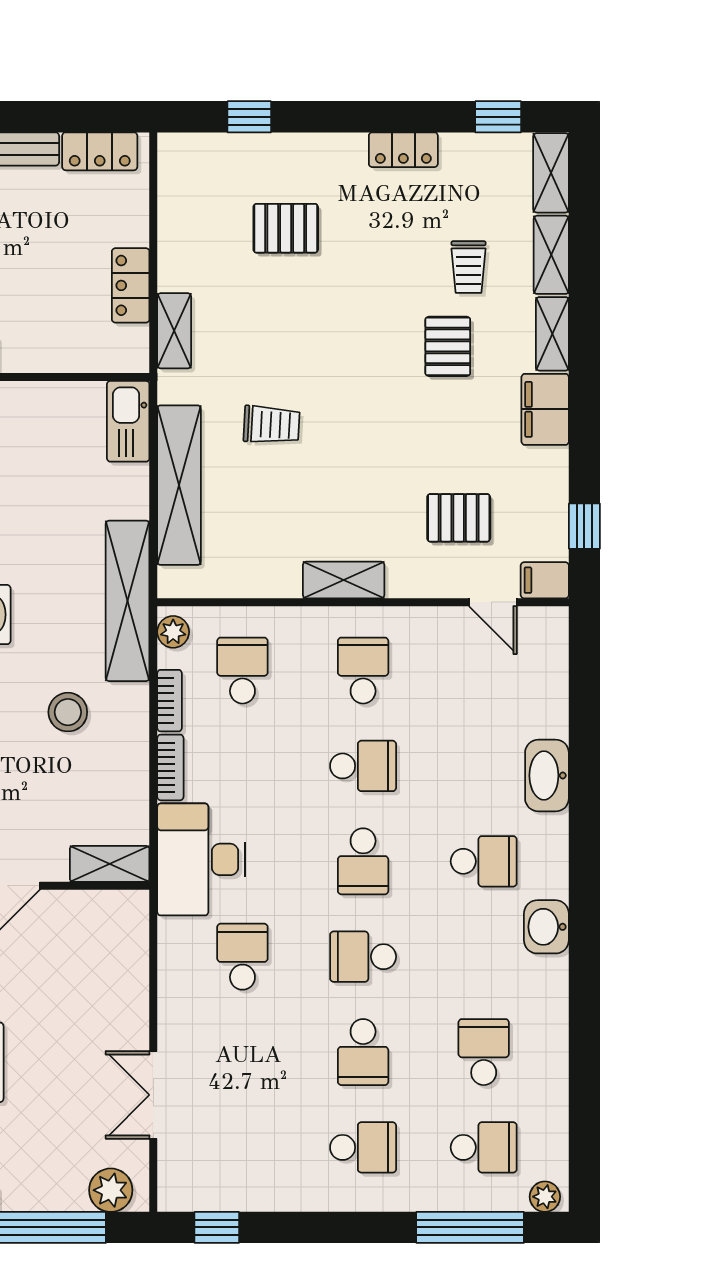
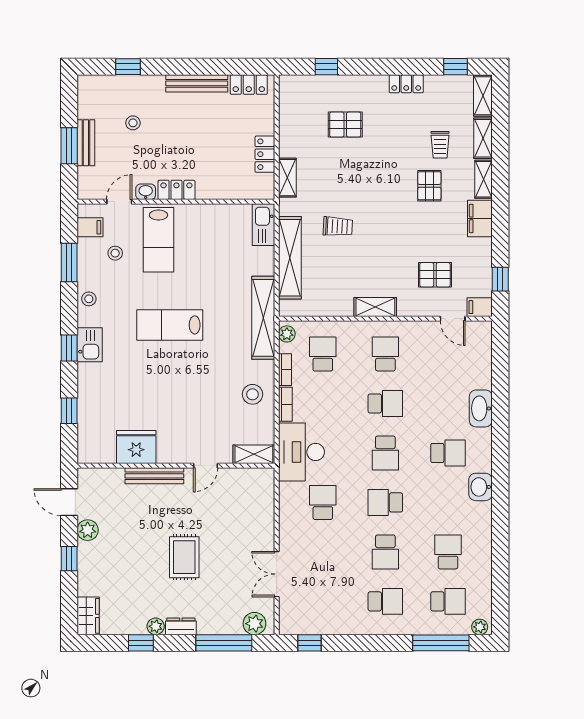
stool: (68, 712) -> (253, 394), moved

